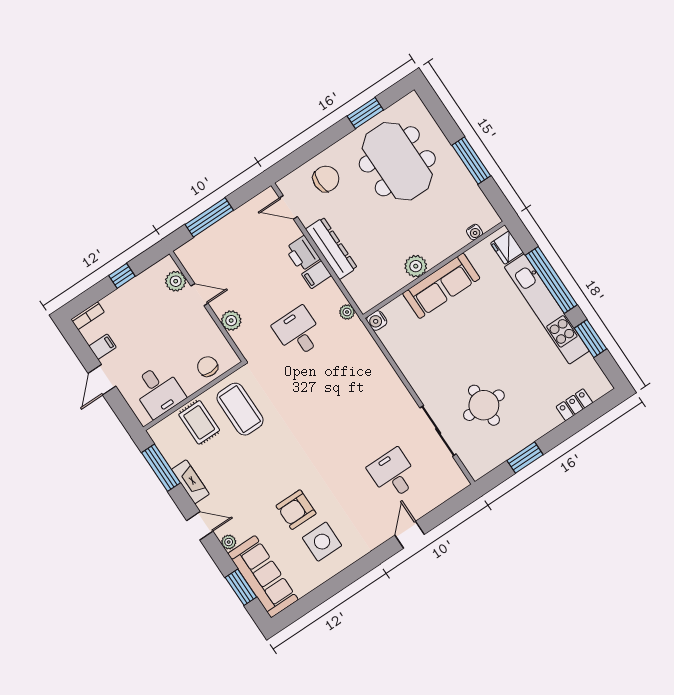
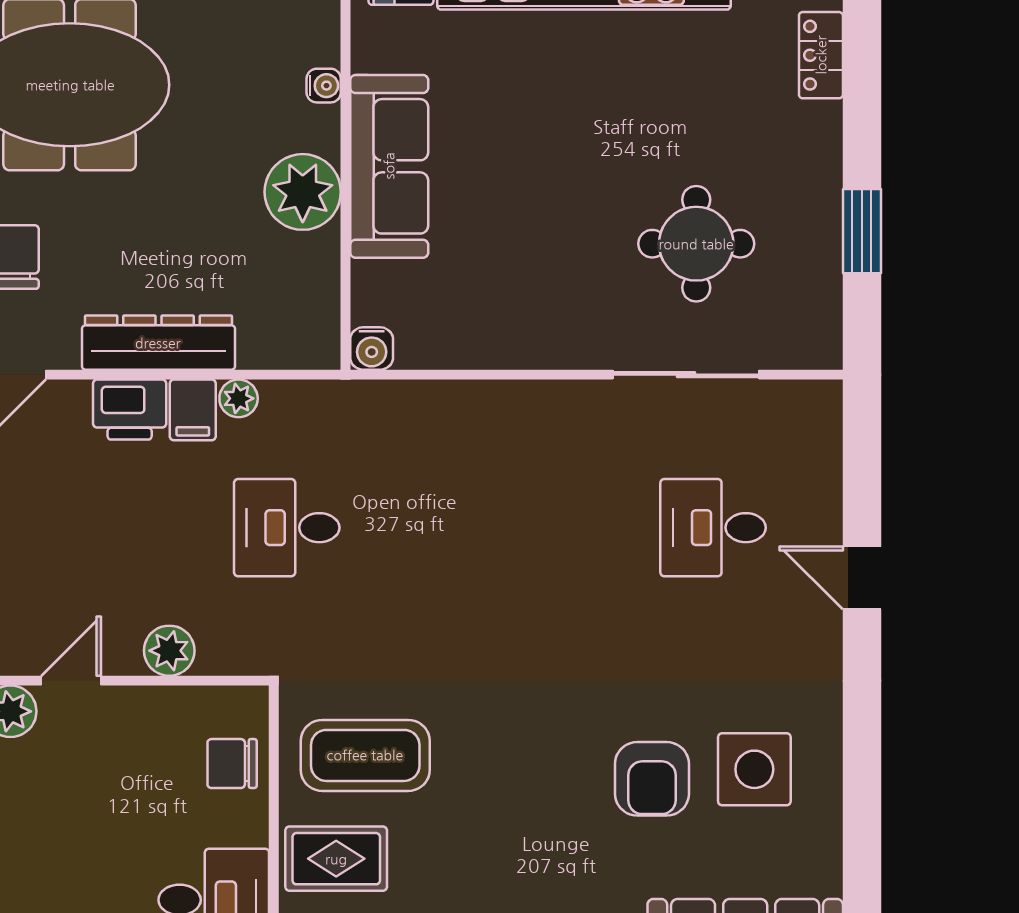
water cooler: (474, 232) -> (324, 86), moved
plant: (416, 266) -> (303, 192), width x1.36, depth x1.36
plant: (347, 312) -> (239, 398), moved

